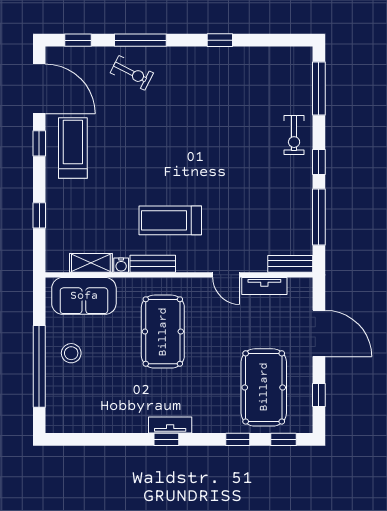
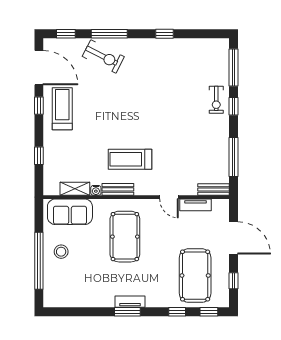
exercise bike: (132, 73) -> (103, 57), width x1.38, depth x1.39
window: (319, 162) -> (233, 106), moved
window: (166, 439) -> (127, 312), width x1.50

